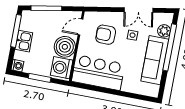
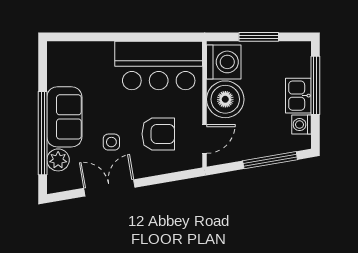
window: (16, 31) -> (315, 85), moved
sofa: (155, 60) -> (64, 117), width x0.73
washing machine: (17, 66) -> (301, 125), moved

